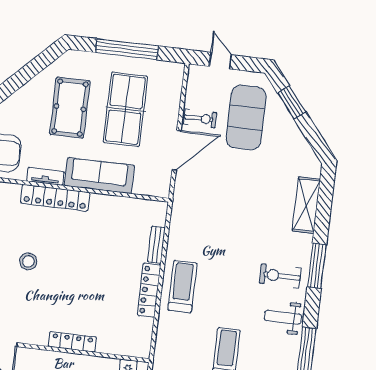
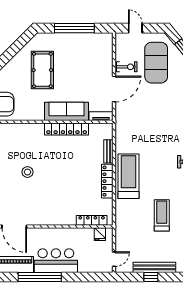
table tennis table: (125, 109) -> (78, 67), removed
tv unit: (45, 176) -> (101, 116), moved
locker: (55, 198) -> (67, 129), moved
treadmill: (182, 287) -> (129, 176), width x1.37, depth x1.37
locker: (72, 342) -> (92, 220), moved

